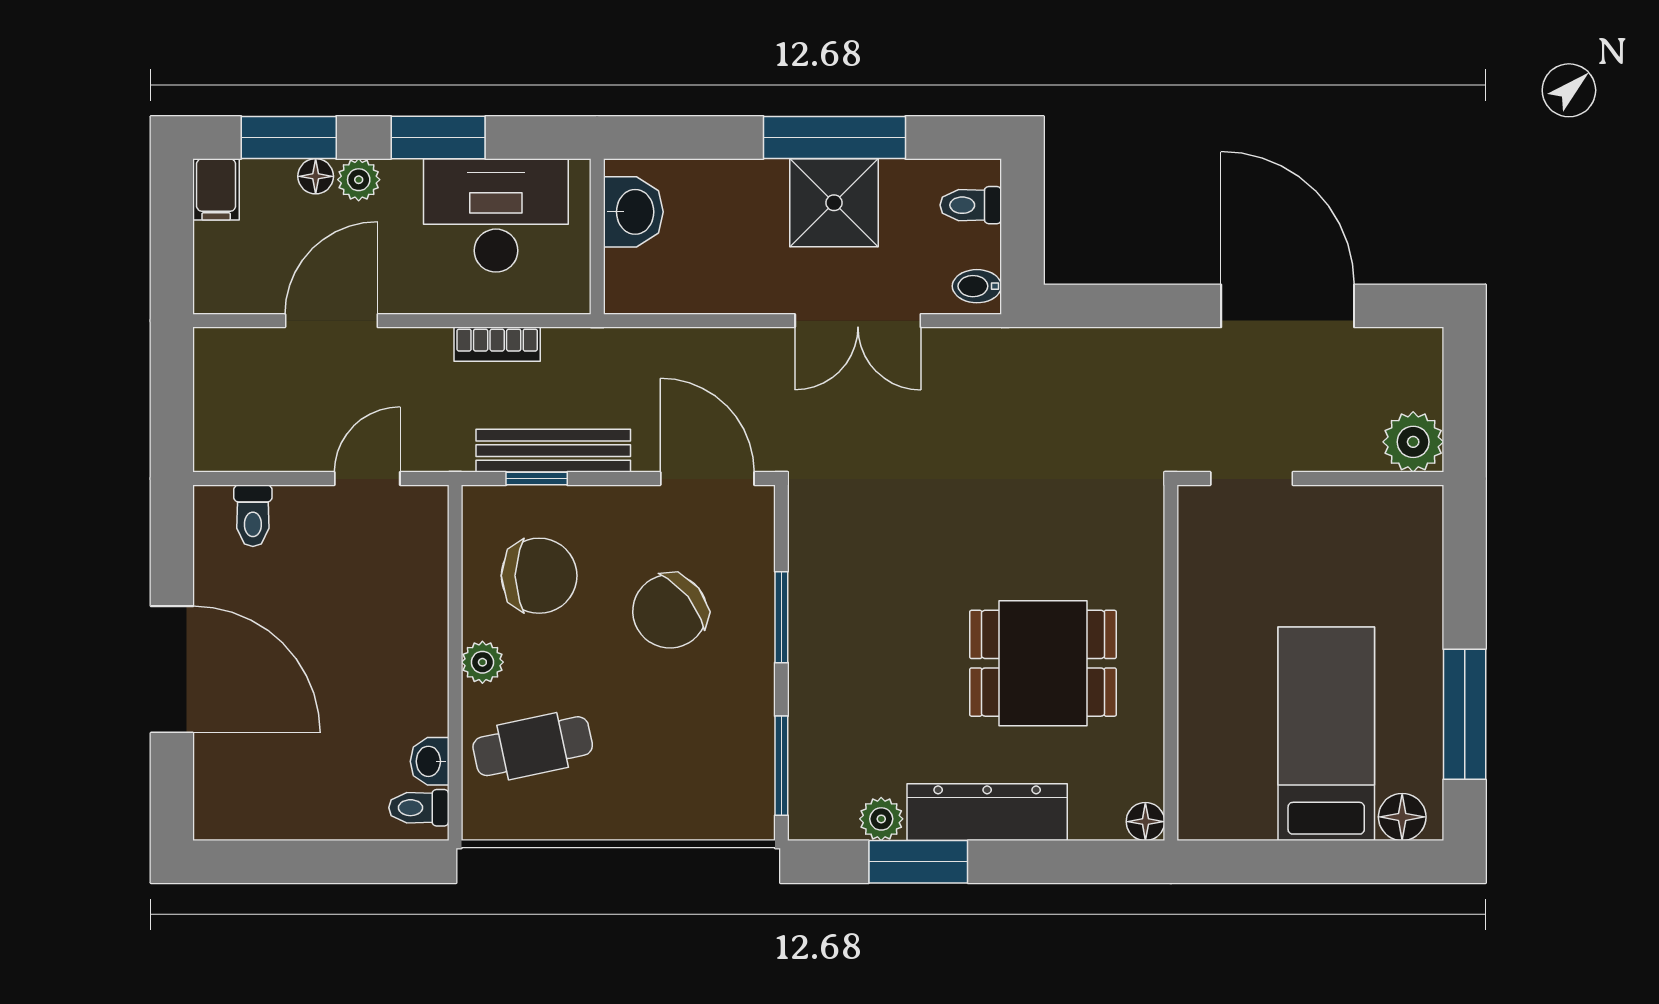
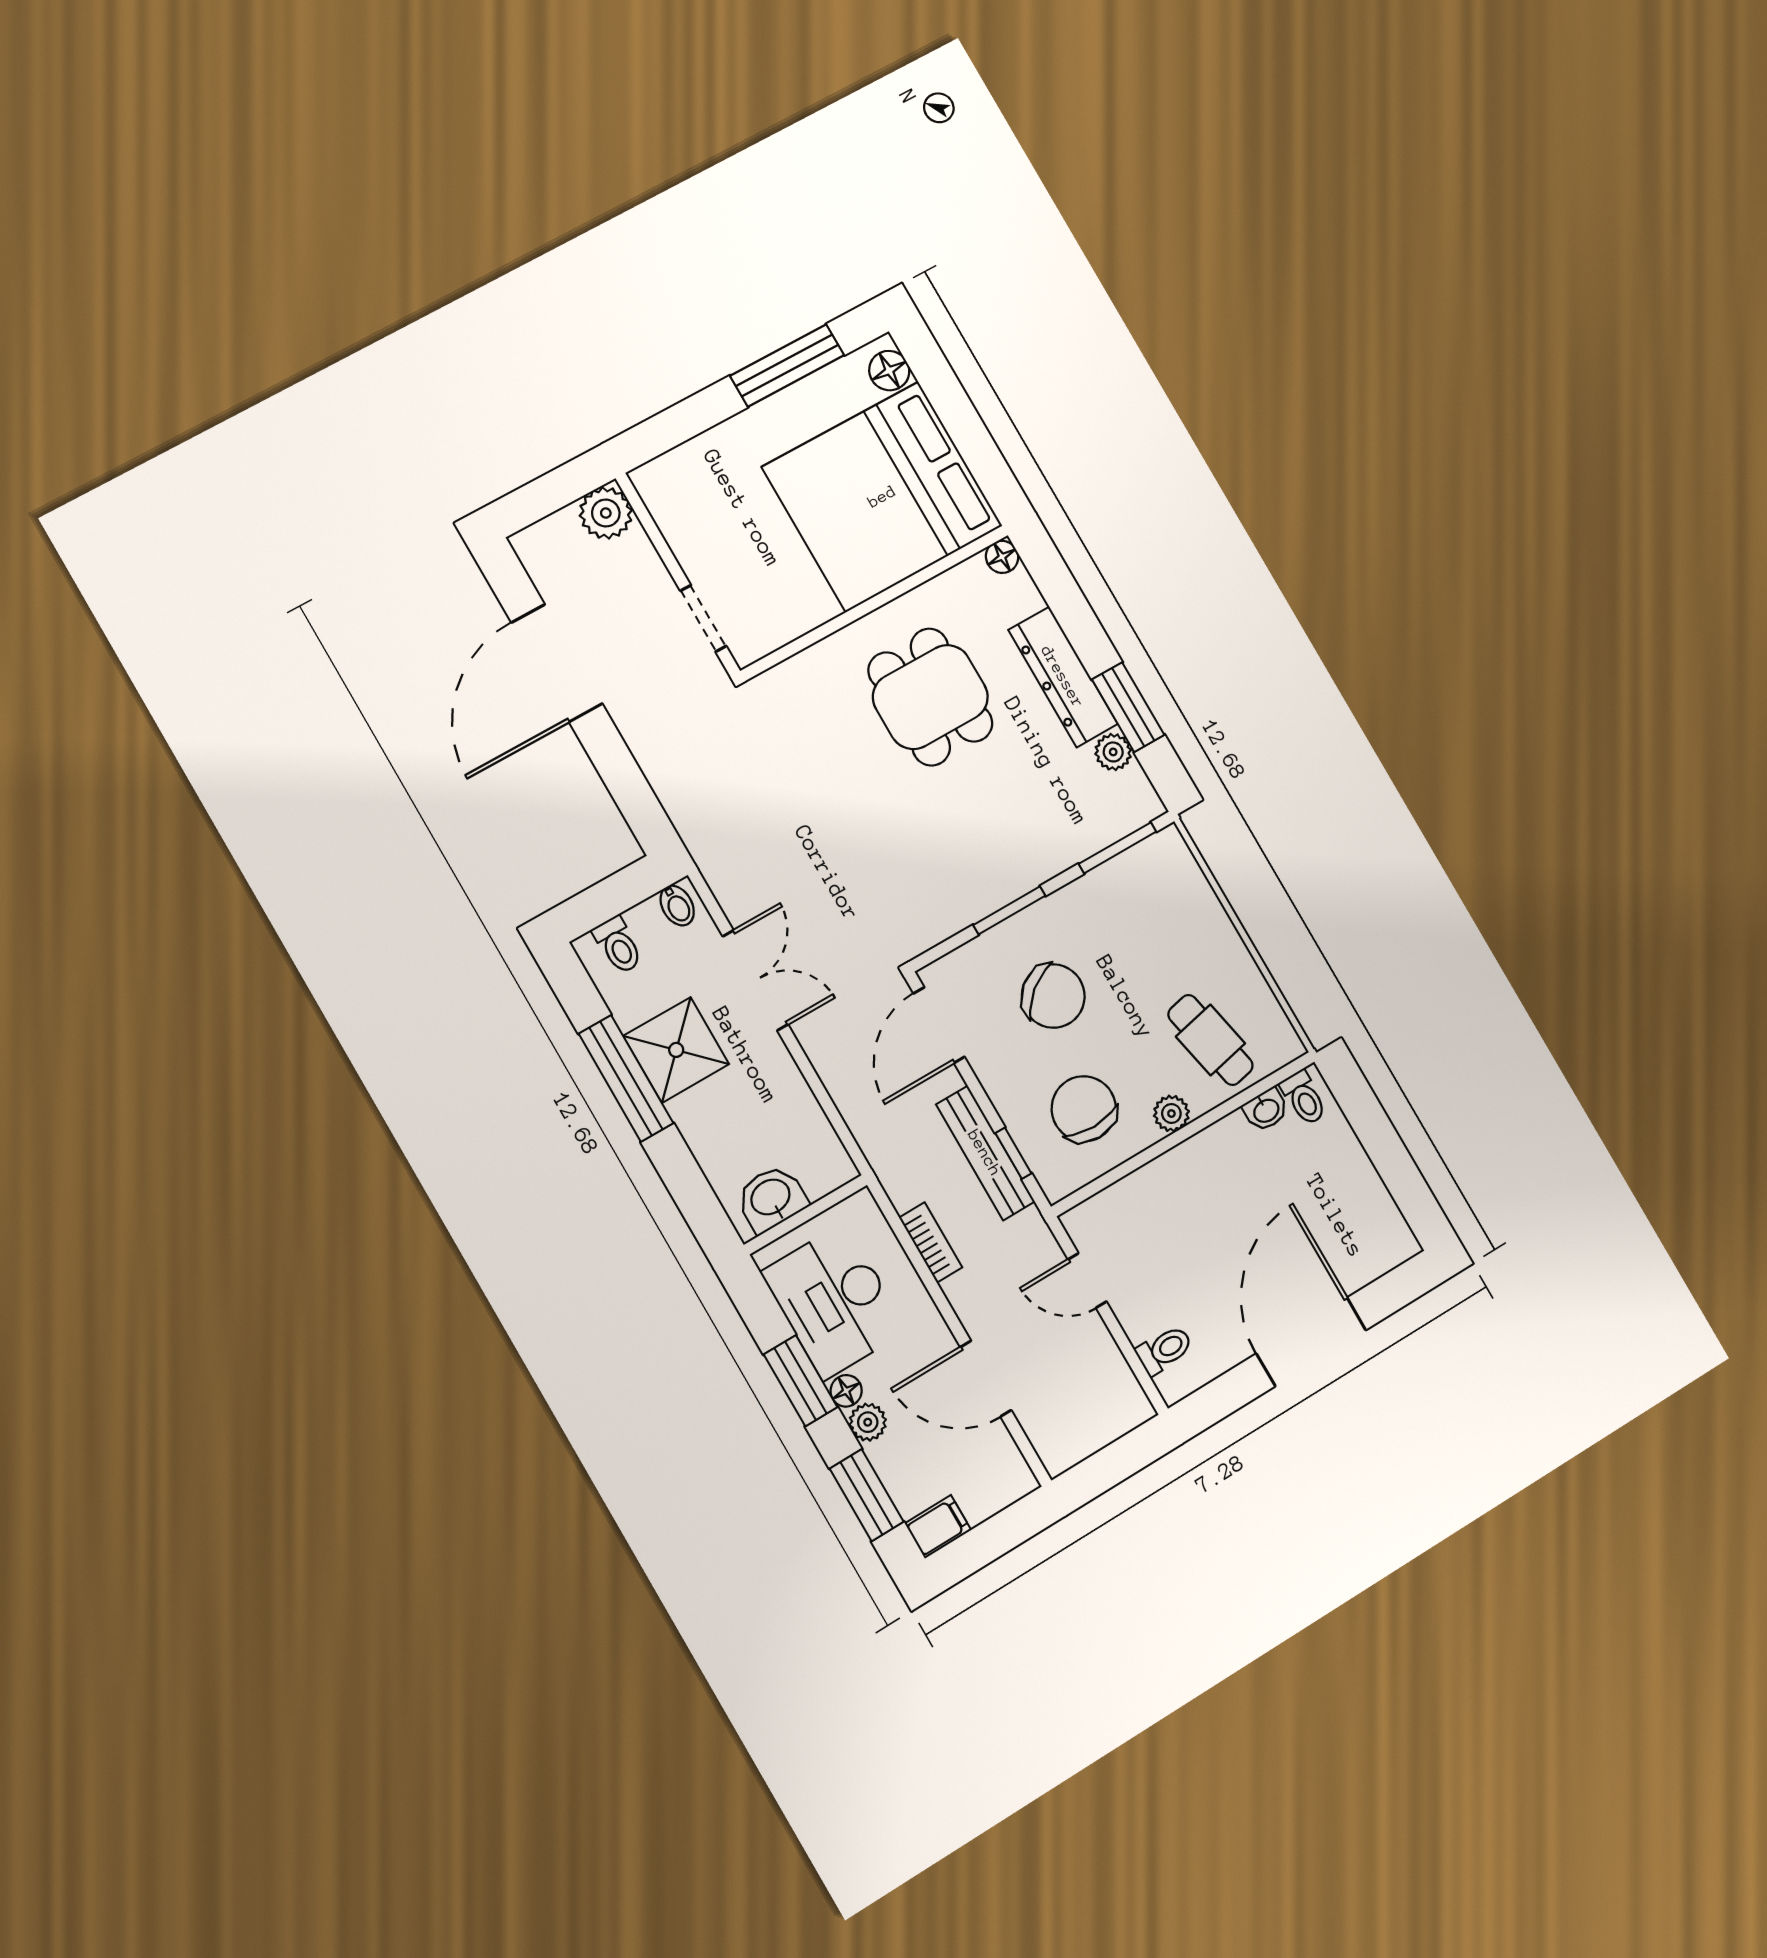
floor lamp: (316, 176) -> (846, 1391), moved
bed: (1326, 734) -> (882, 496), width x2.04

